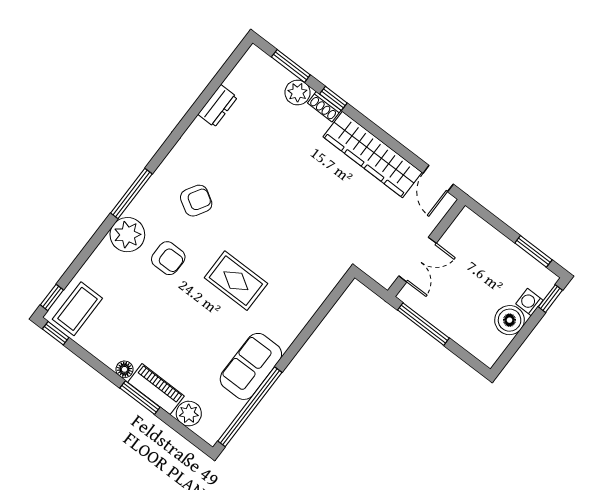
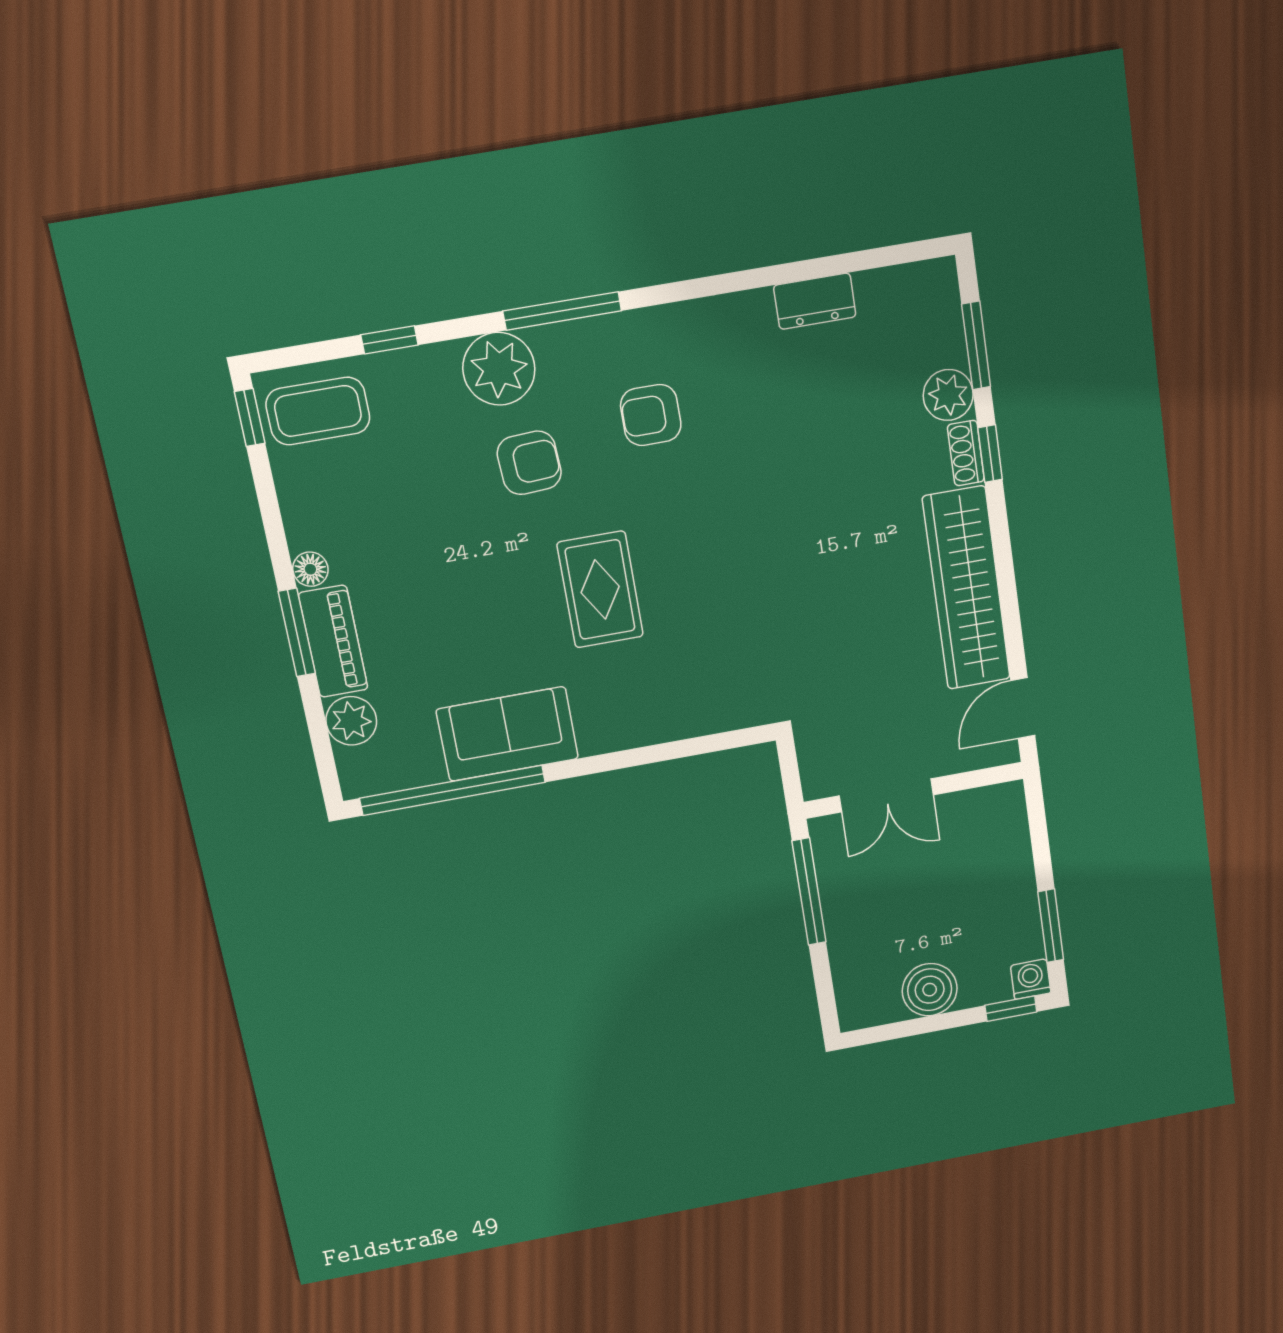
armchair: (196, 201) -> (651, 415), turned 149
armchair: (168, 258) -> (529, 463), turned -93
window: (52, 297) -> (389, 340), moved
washing machine: (529, 302) -> (1031, 979), moved

